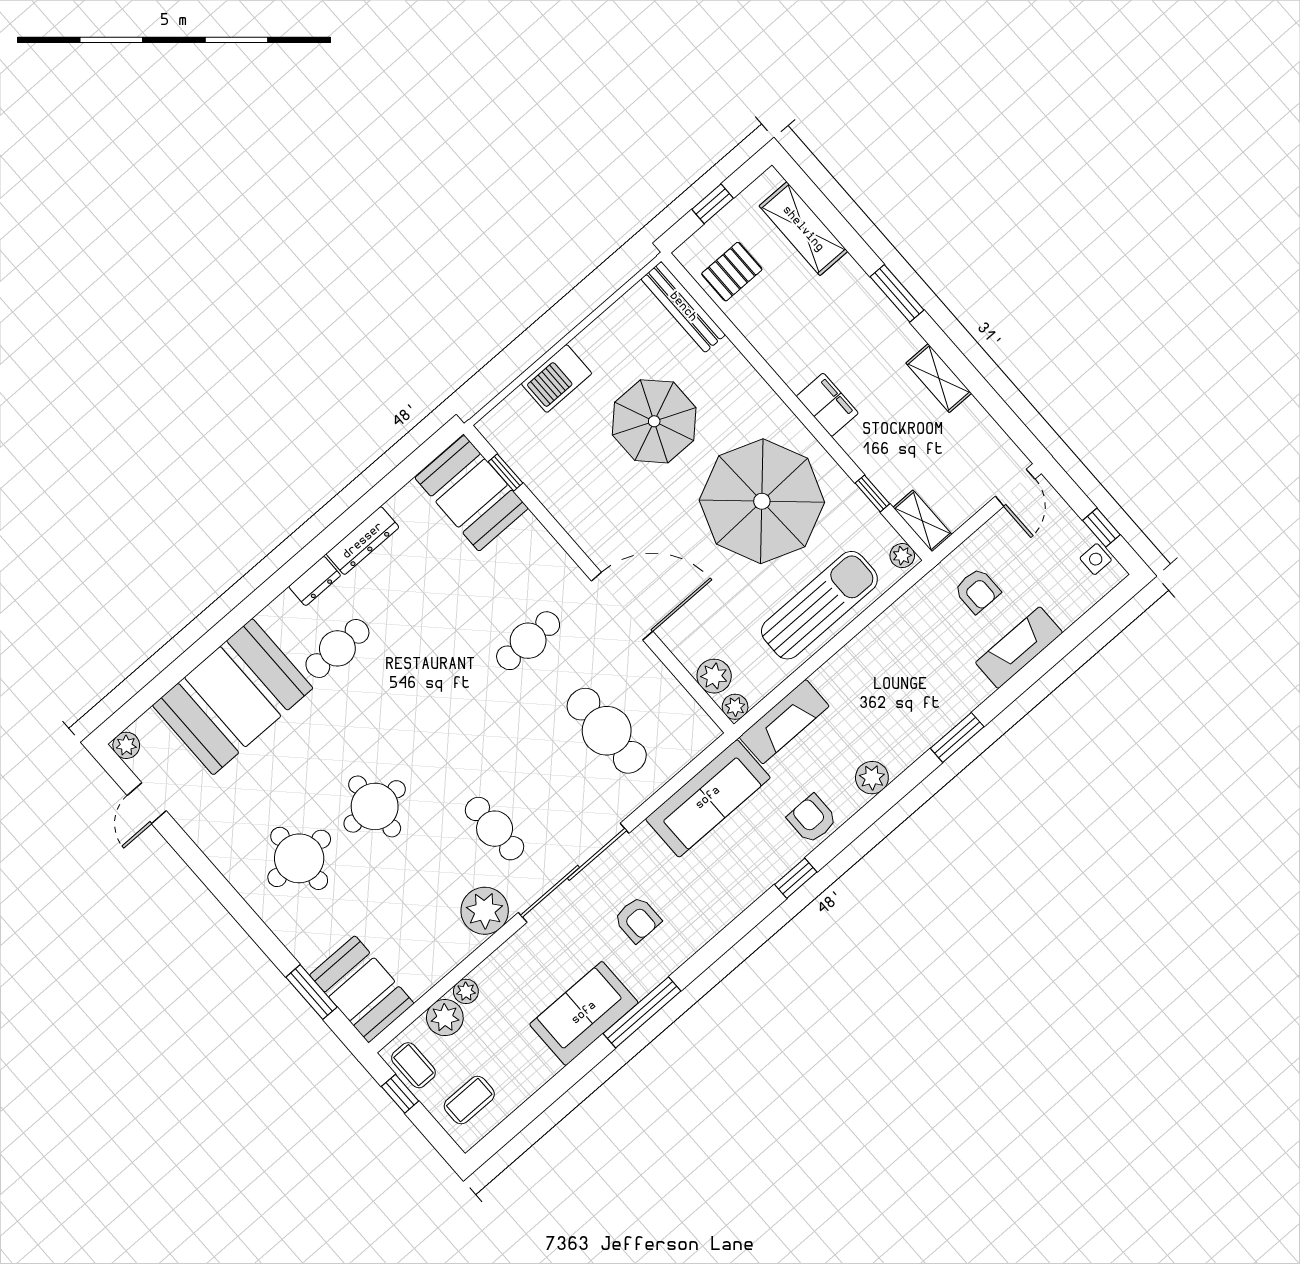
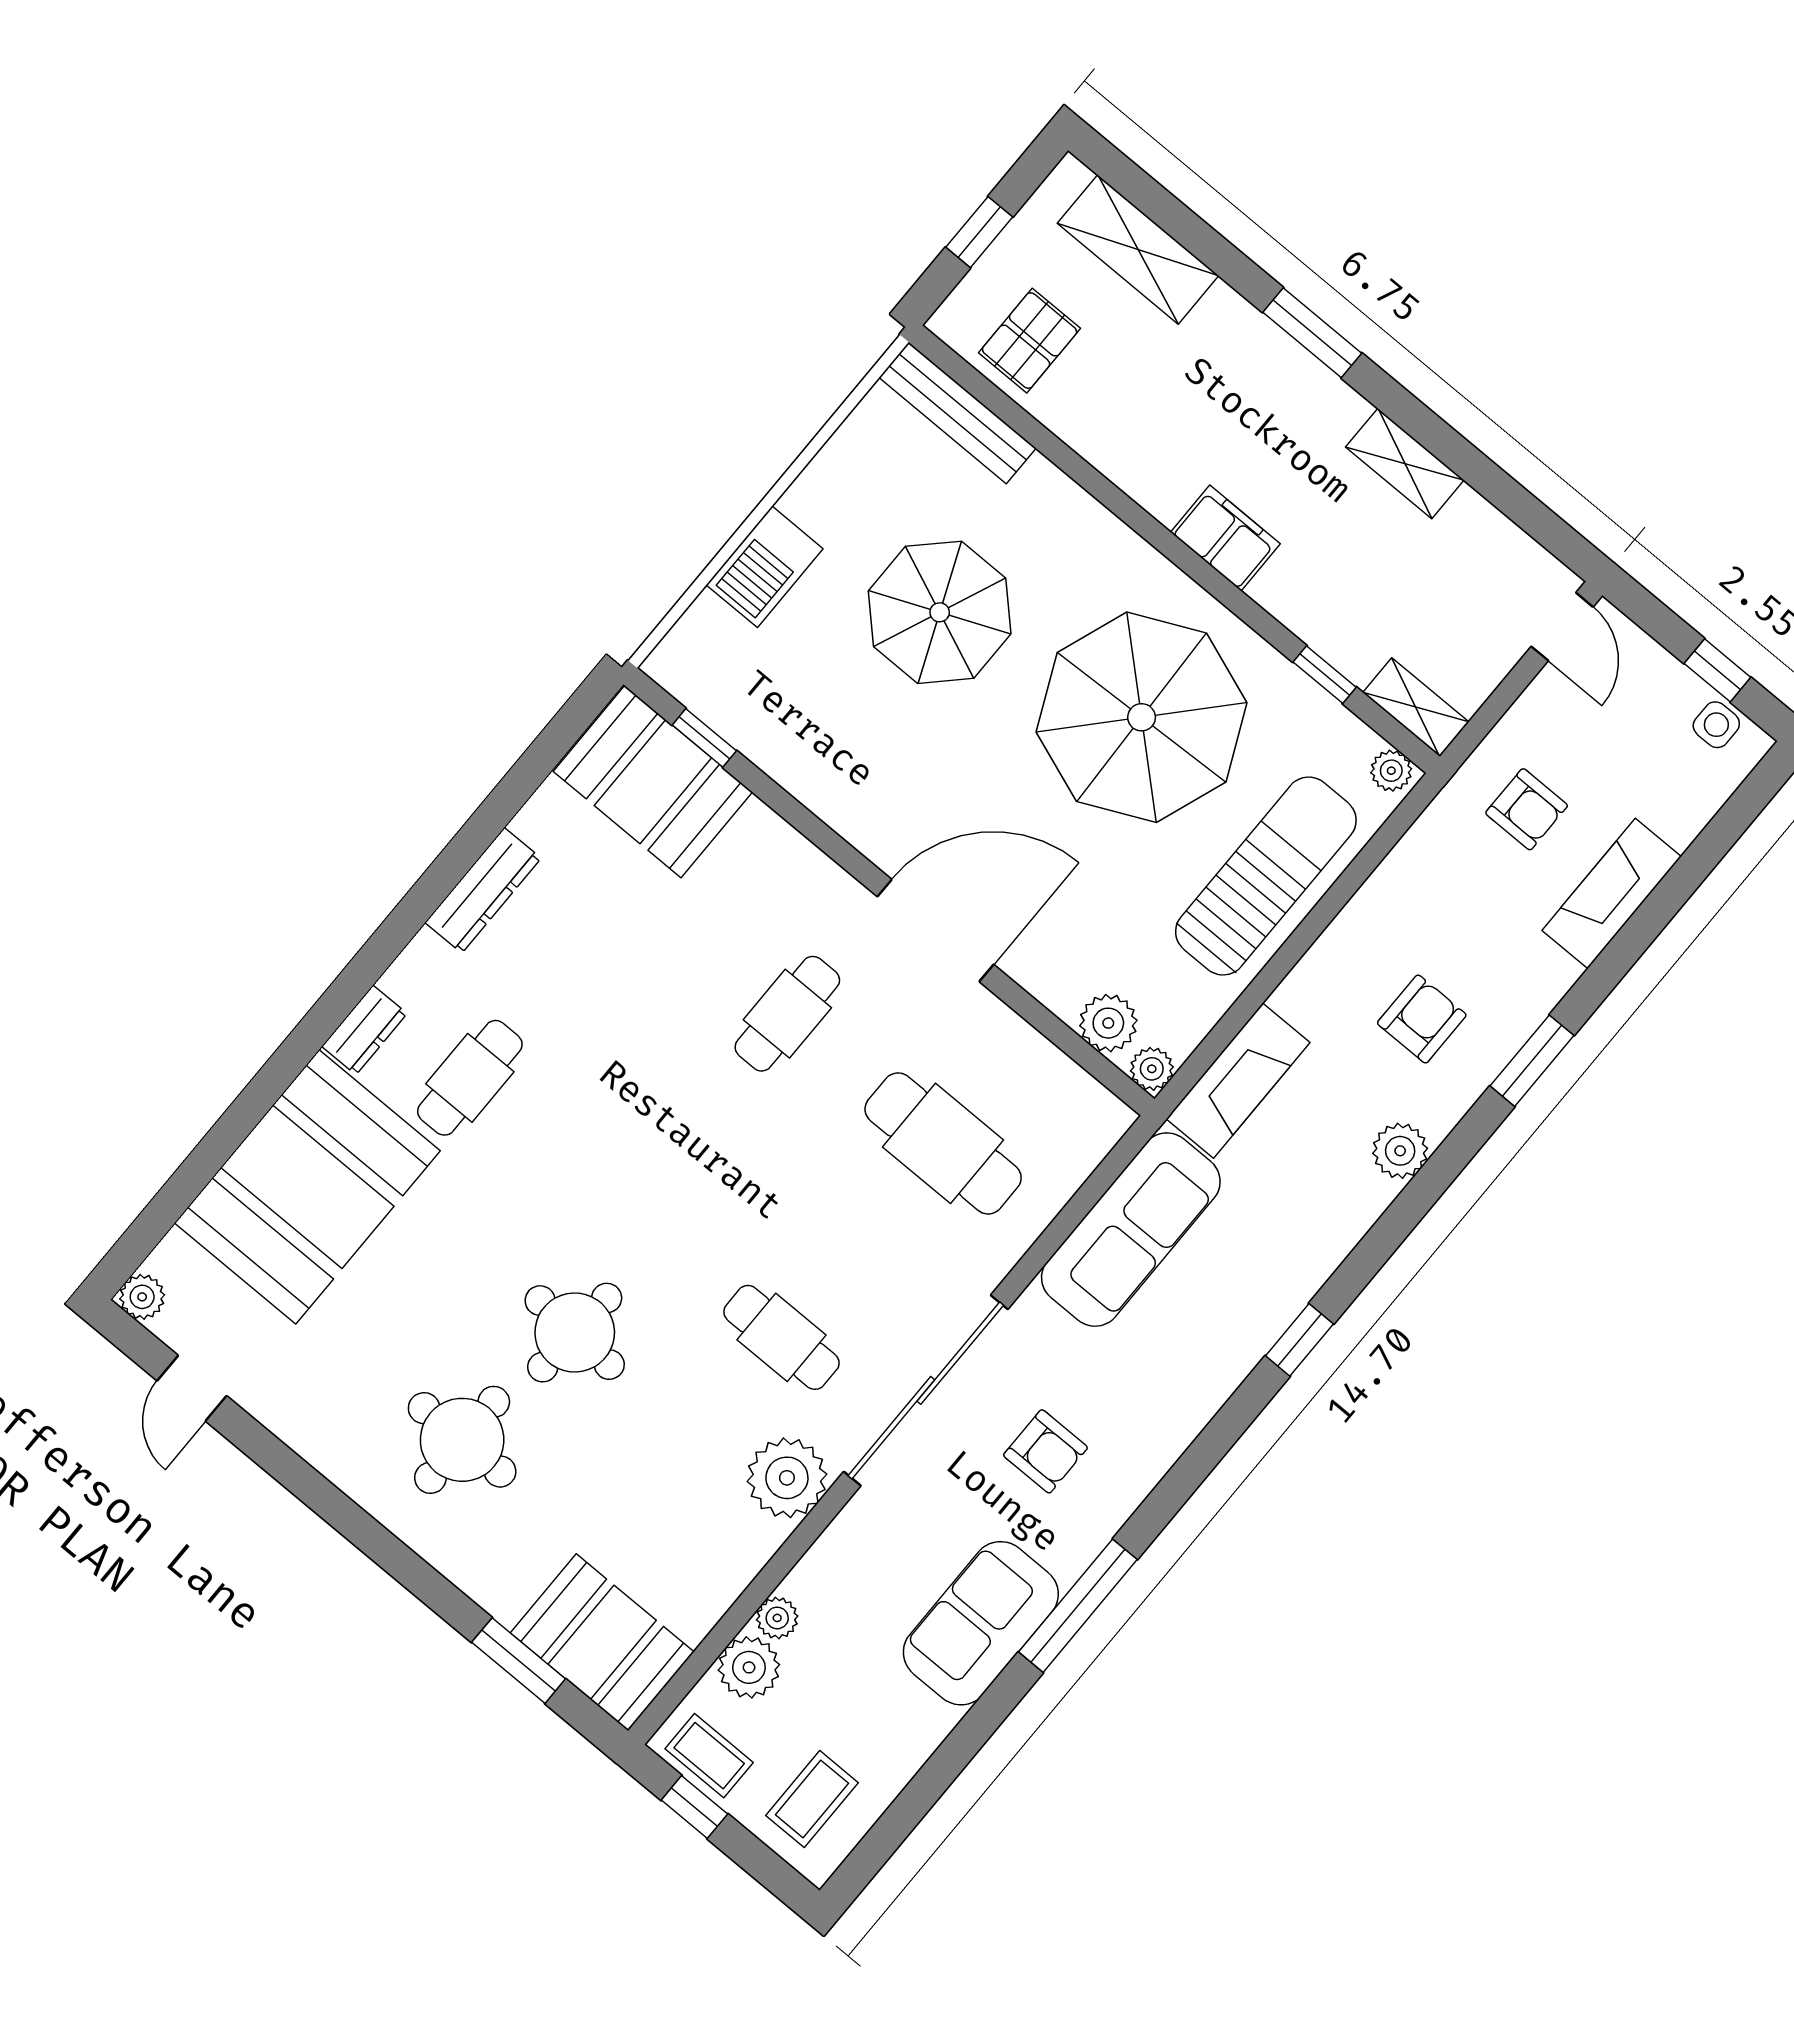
dresser: (315, 581) -> (364, 1030), moved
armchair: (812, 819) -> (1422, 1019), moved, turned 90

